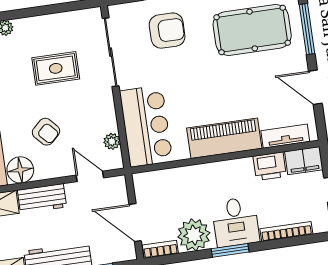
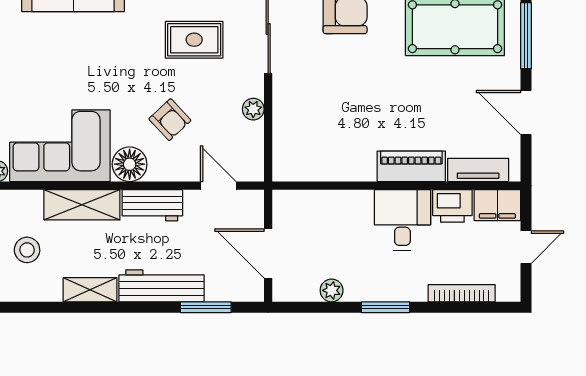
bar counter: (146, 126) -> (300, 131), removed
piano: (224, 138) -> (411, 166), width x0.73, depth x0.75
plant: (112, 141) -> (253, 109), moved
desk: (236, 222) -> (402, 220), moved, turned 180
plant: (194, 235) -> (332, 290), width x0.53, depth x0.53
bookcase: (160, 249) -> (296, 293), removed

